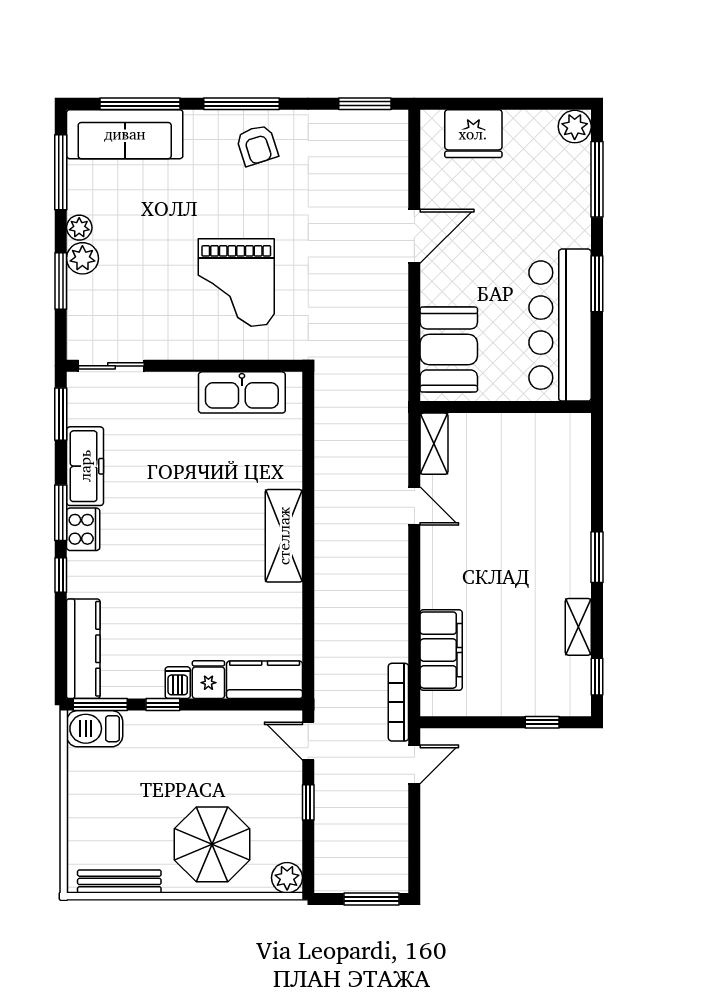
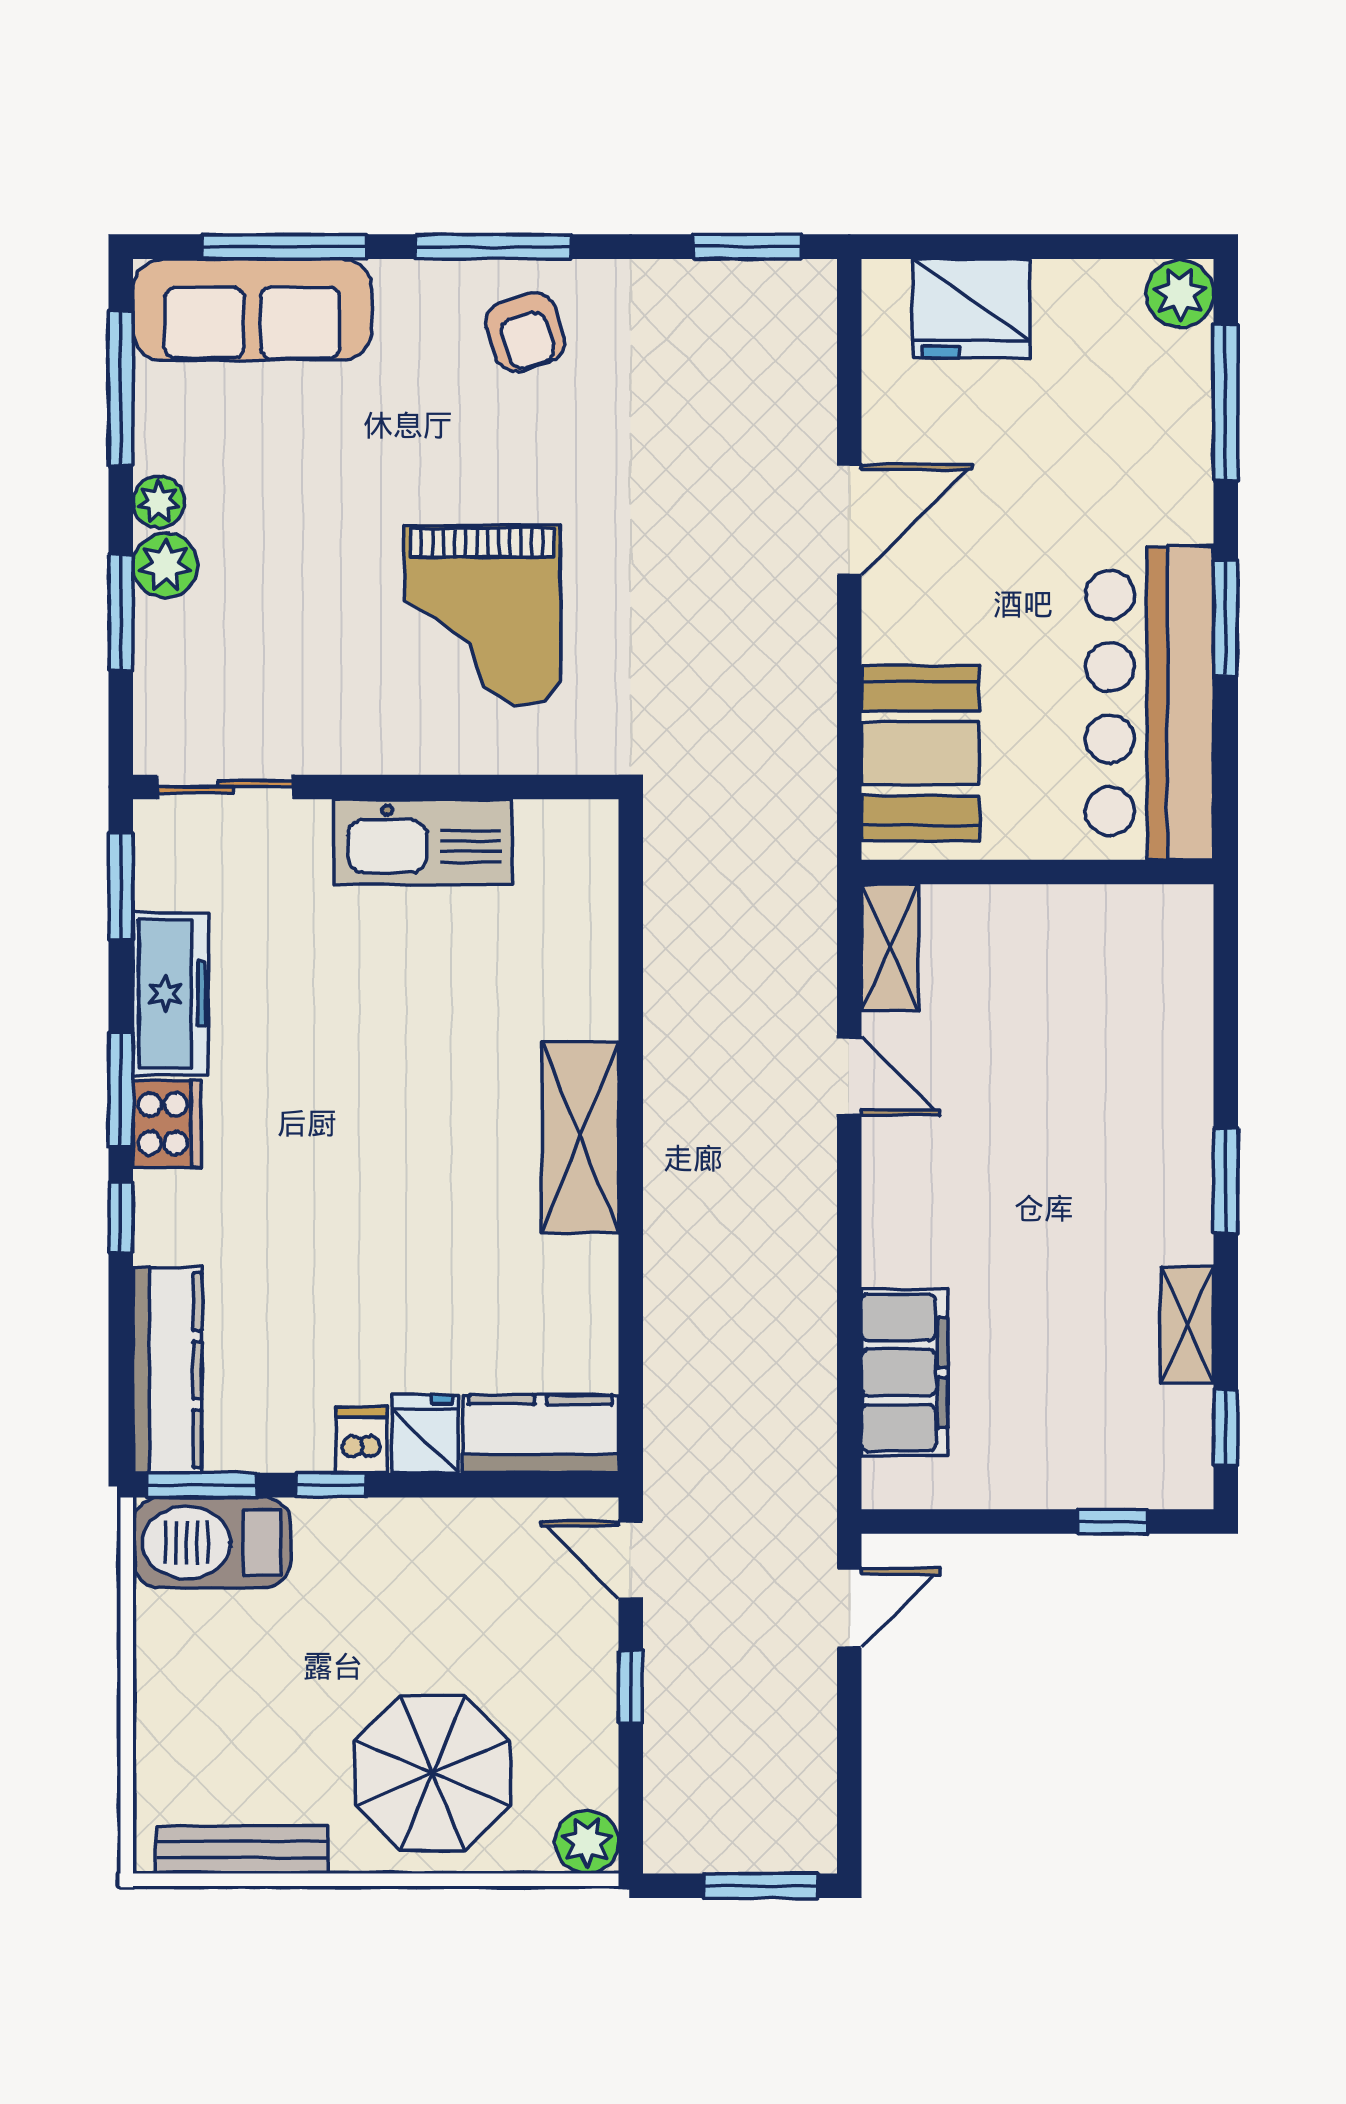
kitchen sink: (242, 392) -> (423, 842), moved
bookcase: (398, 702) -> (817, 1480), removed
barbecue: (95, 729) -> (212, 1543), width x1.37, depth x1.21

